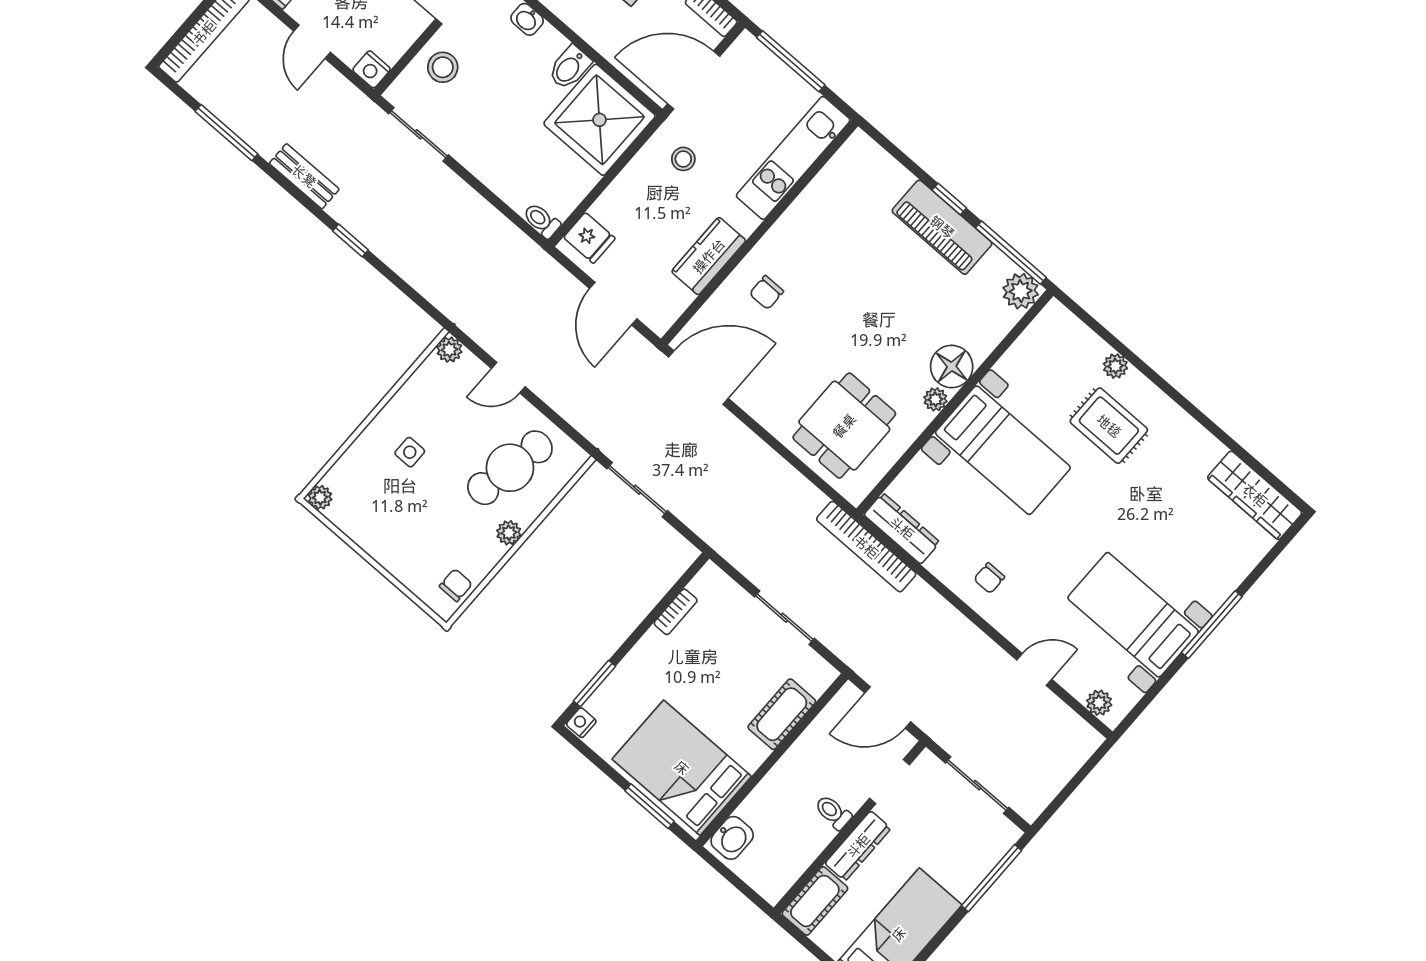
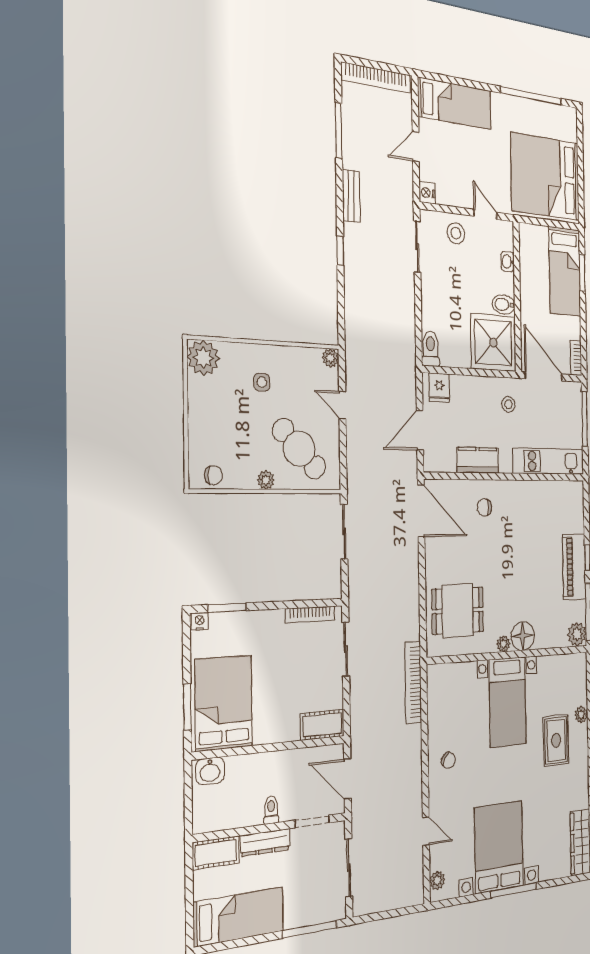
toilet: (542, 220) -> (430, 349), width x1.37, depth x1.39
cafe table: (510, 468) -> (299, 449), turned 35
plant: (320, 497) -> (203, 358), width x1.87, depth x1.87
dresser: (902, 528) -> (436, 691), removed
chair: (989, 578) -> (448, 760), turned -148
bookcase: (676, 612) -> (310, 614), width x1.56
bed with nightstands: (1133, 615) -> (499, 847), width x1.36
sliding door: (784, 618) -> (346, 649), moved
cot: (782, 714) -> (322, 725), moved

